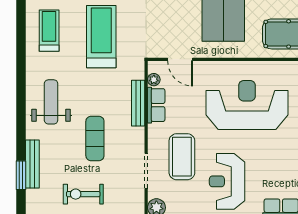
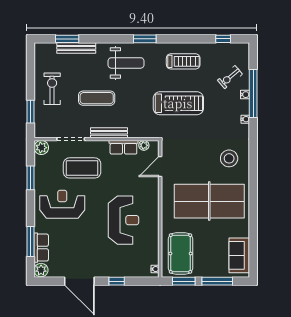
window: (21, 78) -> (145, 39), added
bench: (138, 103) -> (109, 133), moved
reception desk: (247, 105) -> (123, 220), width x0.74, depth x0.77

